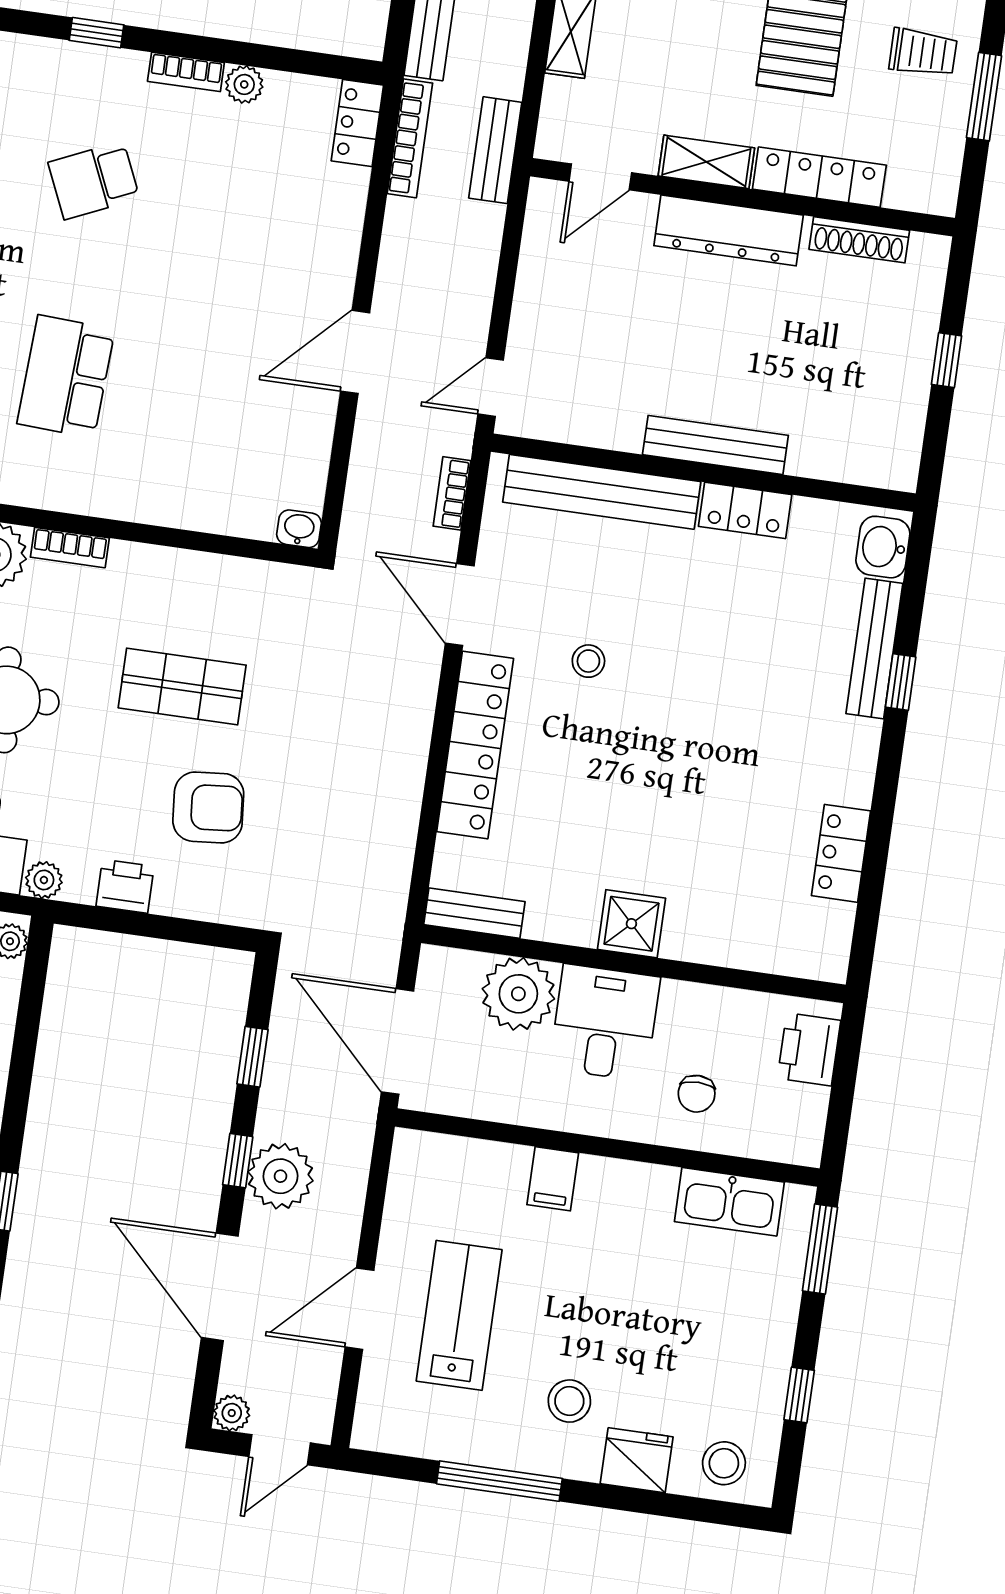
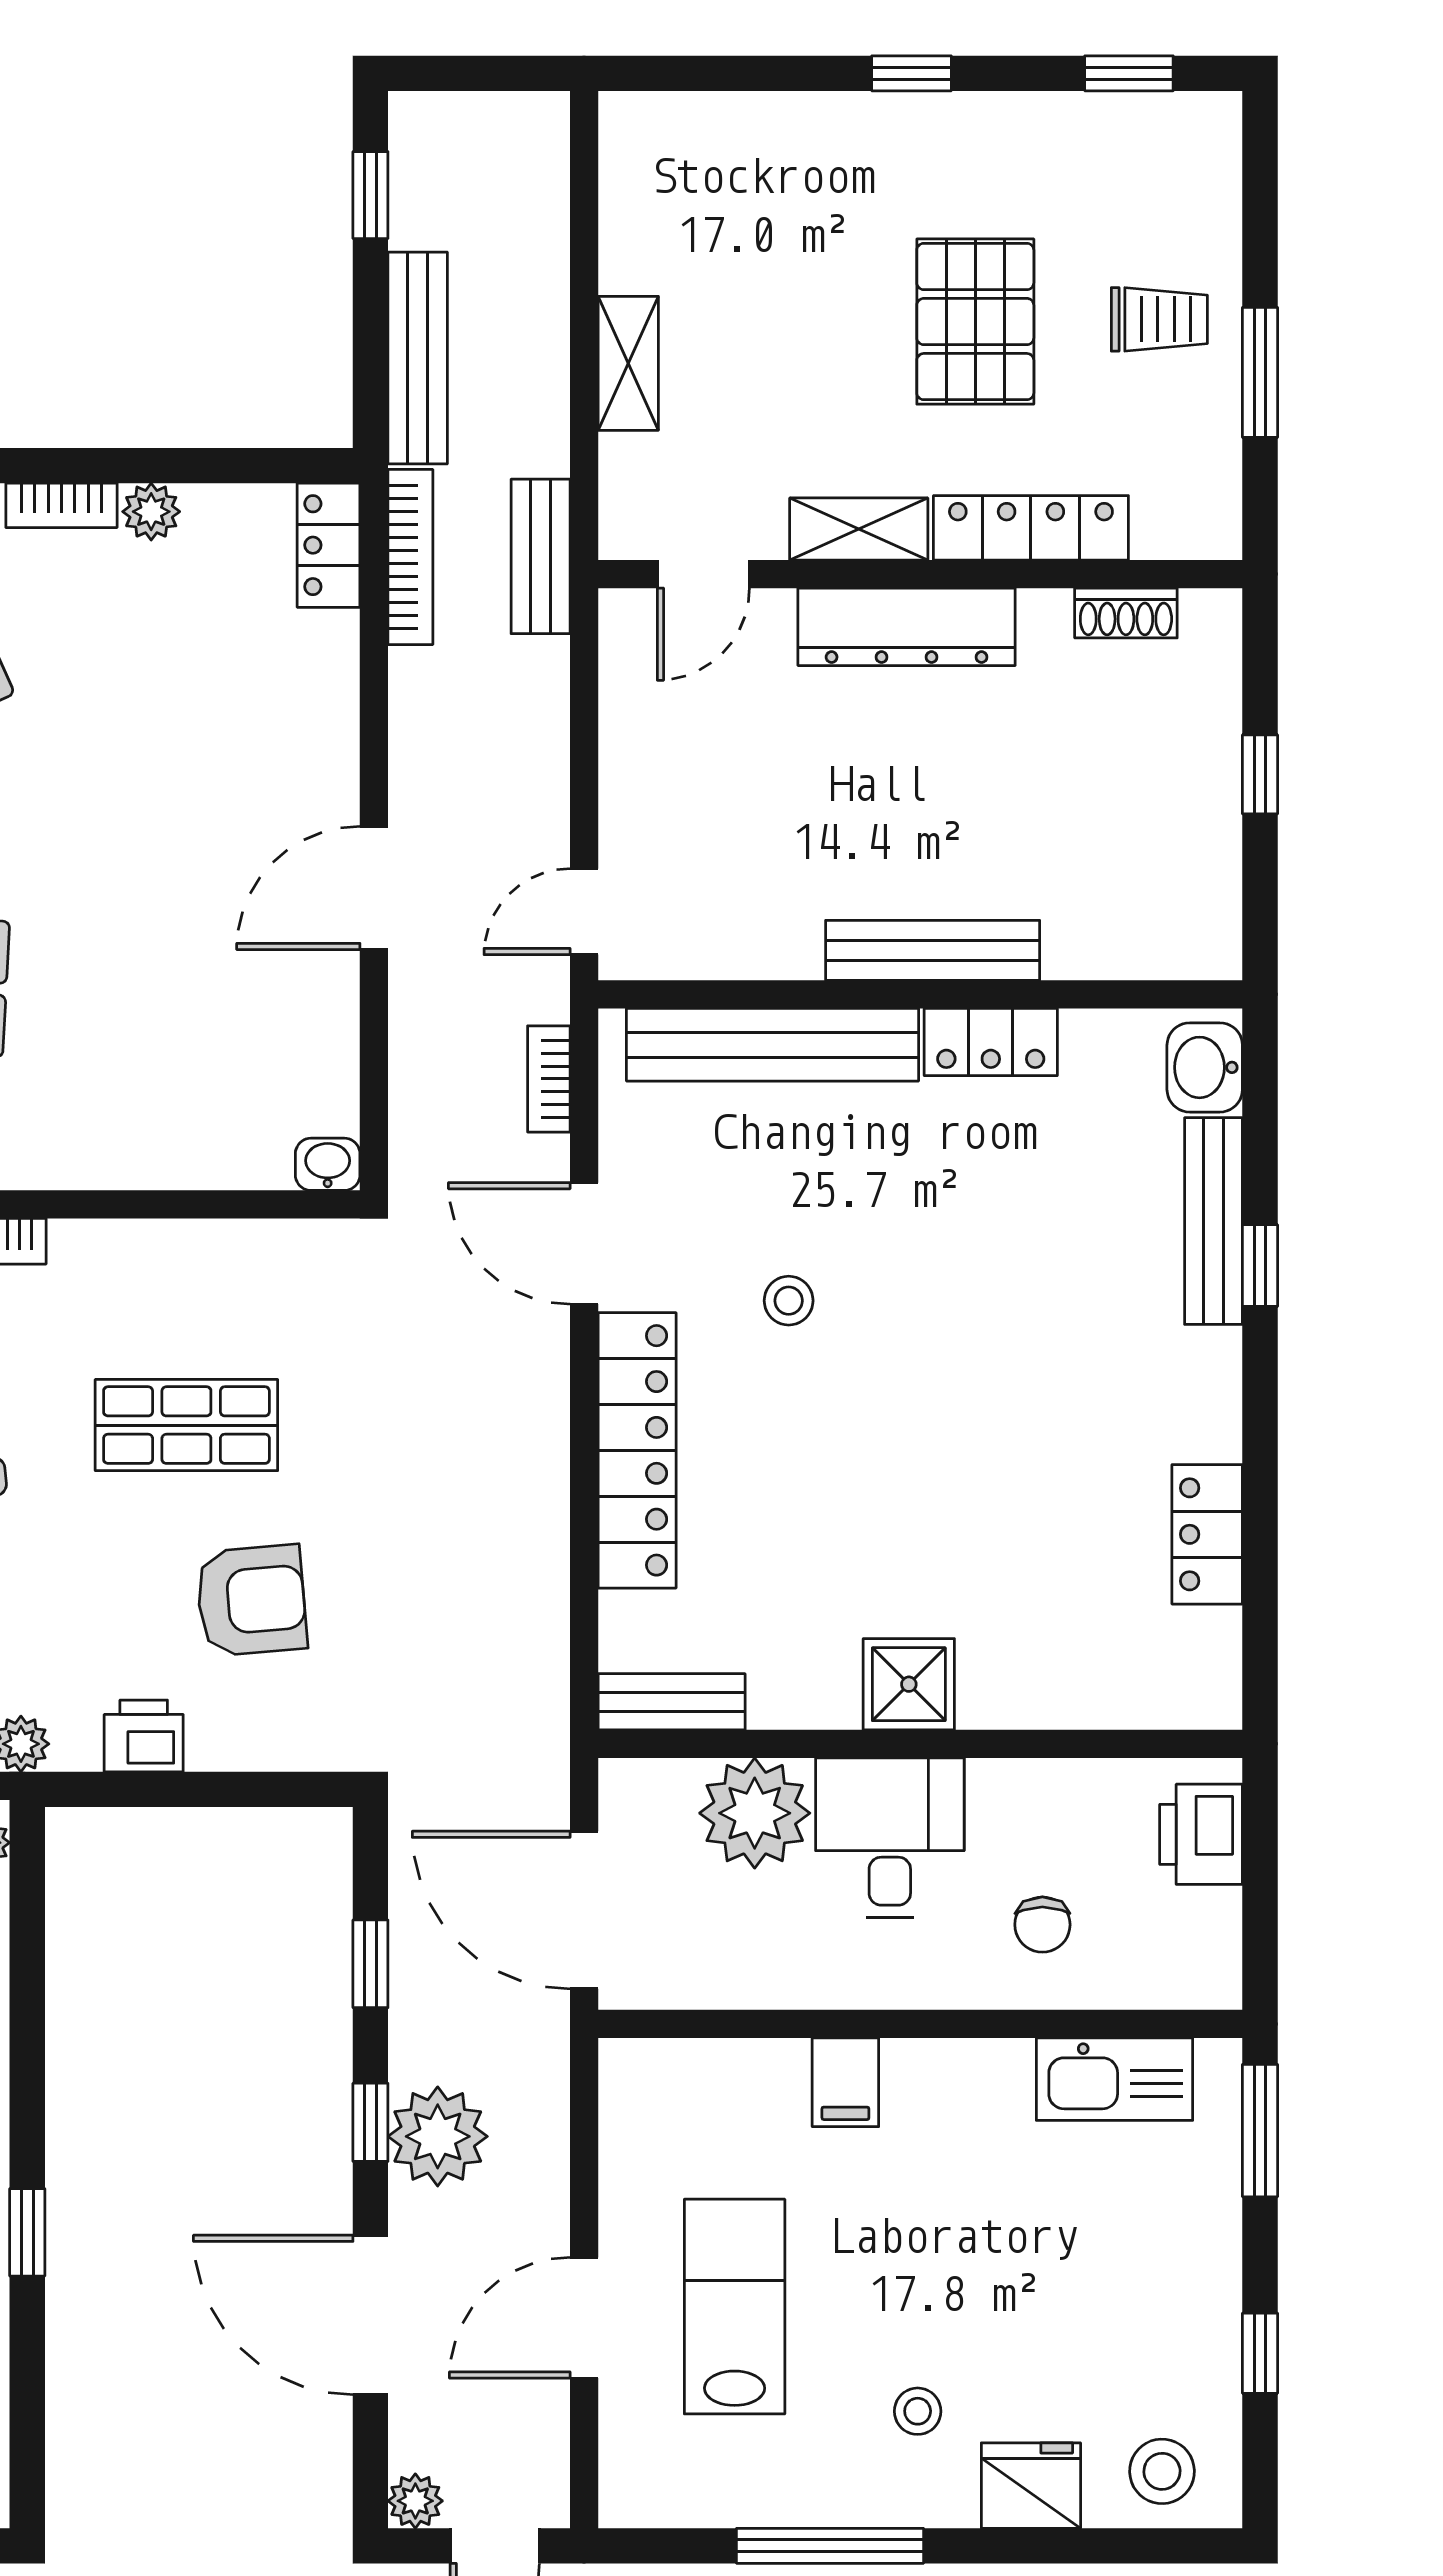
shoe rack: (859, 240) -> (1126, 613), width x0.70
stool: (569, 1401) -> (918, 2411), width x0.73, depth x0.73

